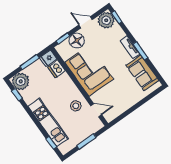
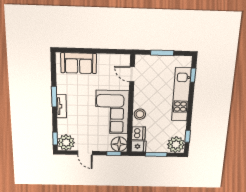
floor lamp: (77, 41) -> (119, 144), moved
sofa: (142, 73) -> (79, 63), moved, turned 90
stool: (76, 106) -> (140, 114), moved

